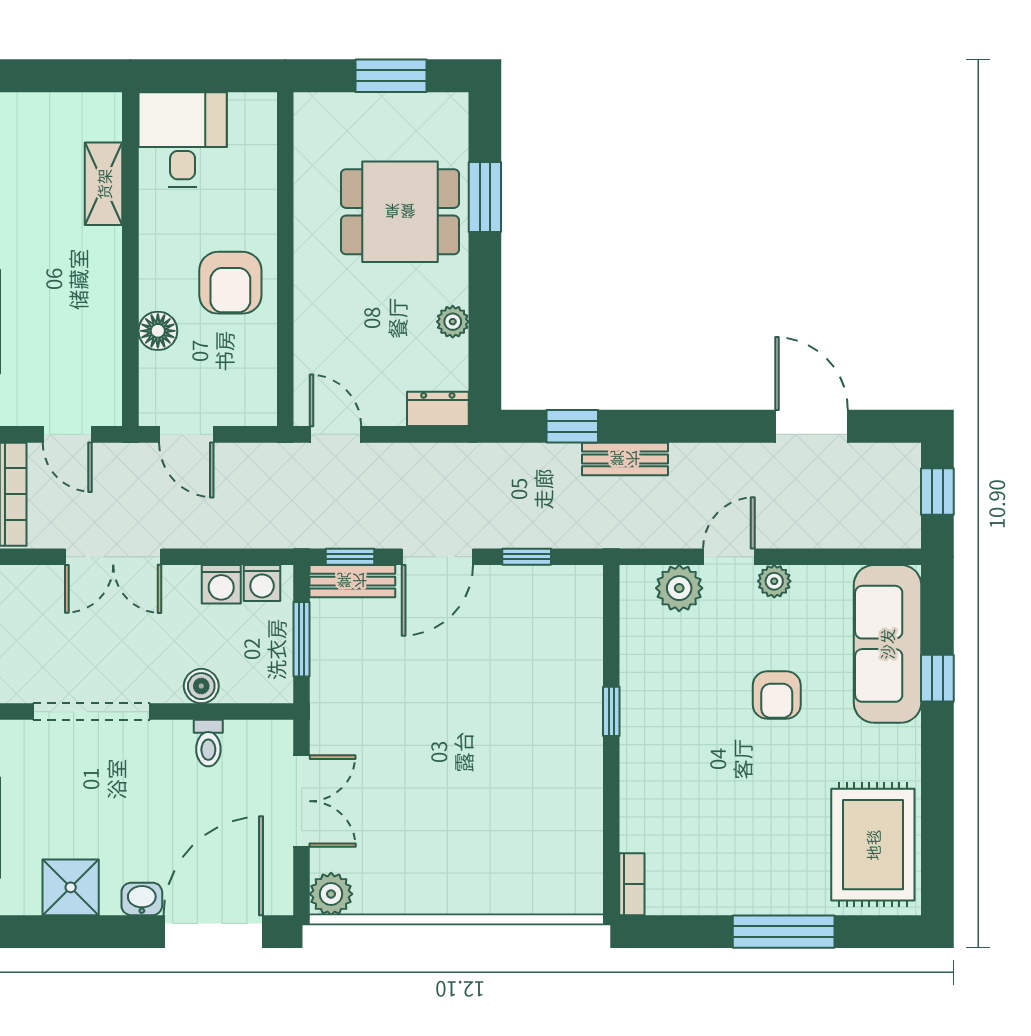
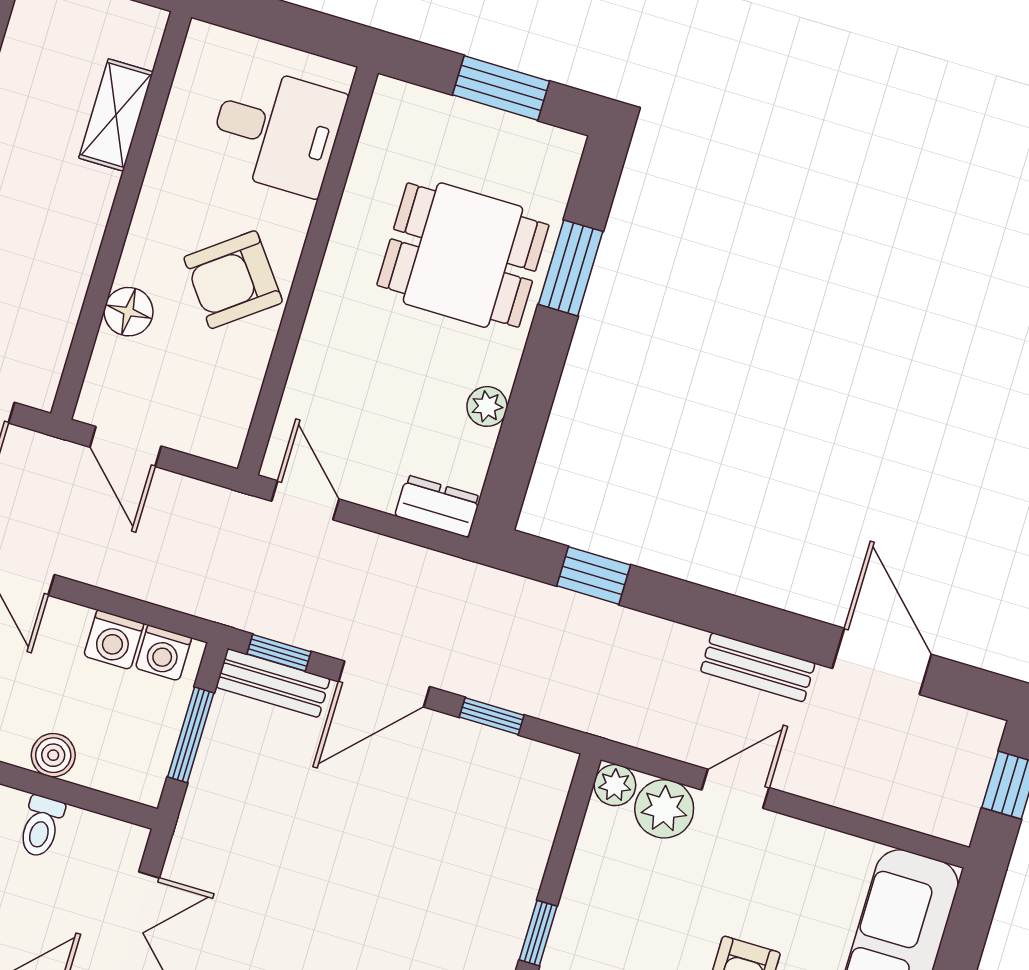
desk: (183, 140) -> (277, 131), moved, turned 90
armchair: (230, 283) -> (233, 280), turned 53
bench: (625, 459) -> (758, 667), moved
plant: (774, 581) -> (615, 785), moved

